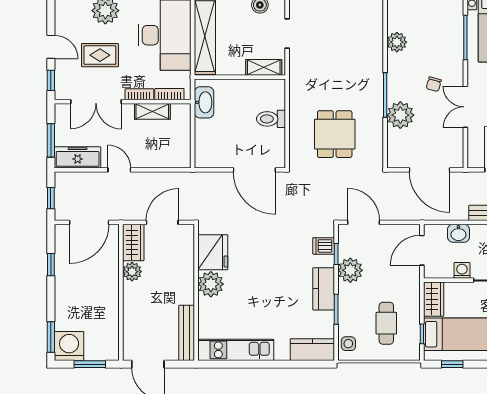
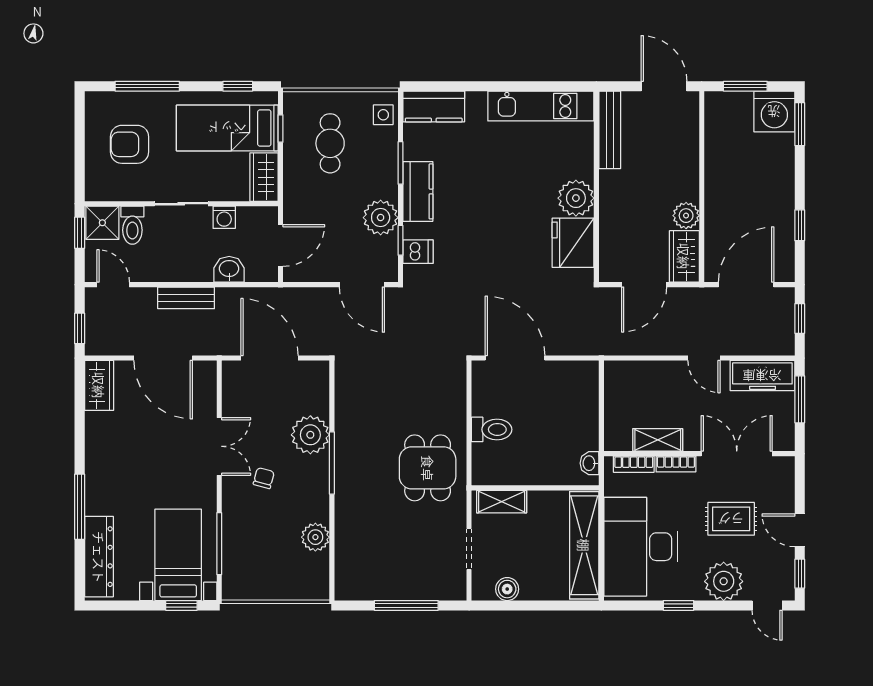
window: (51, 80) -> (800, 574), moved
washbasin: (204, 102) -> (590, 463), width x0.52, depth x0.69
dining table: (335, 134) -> (428, 468), moved

